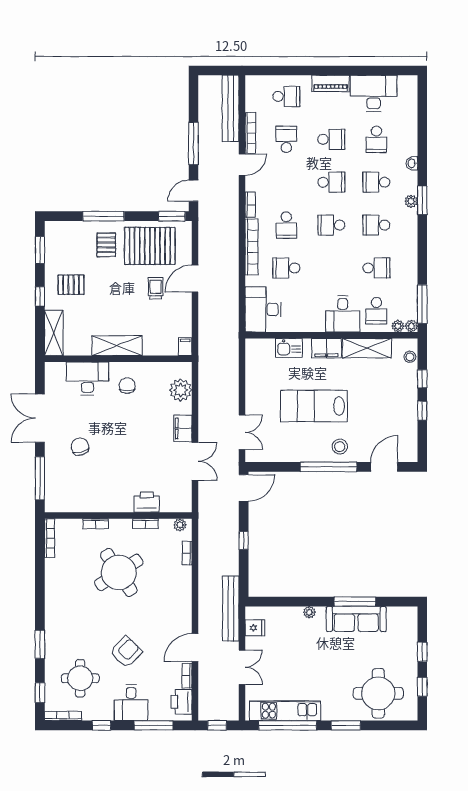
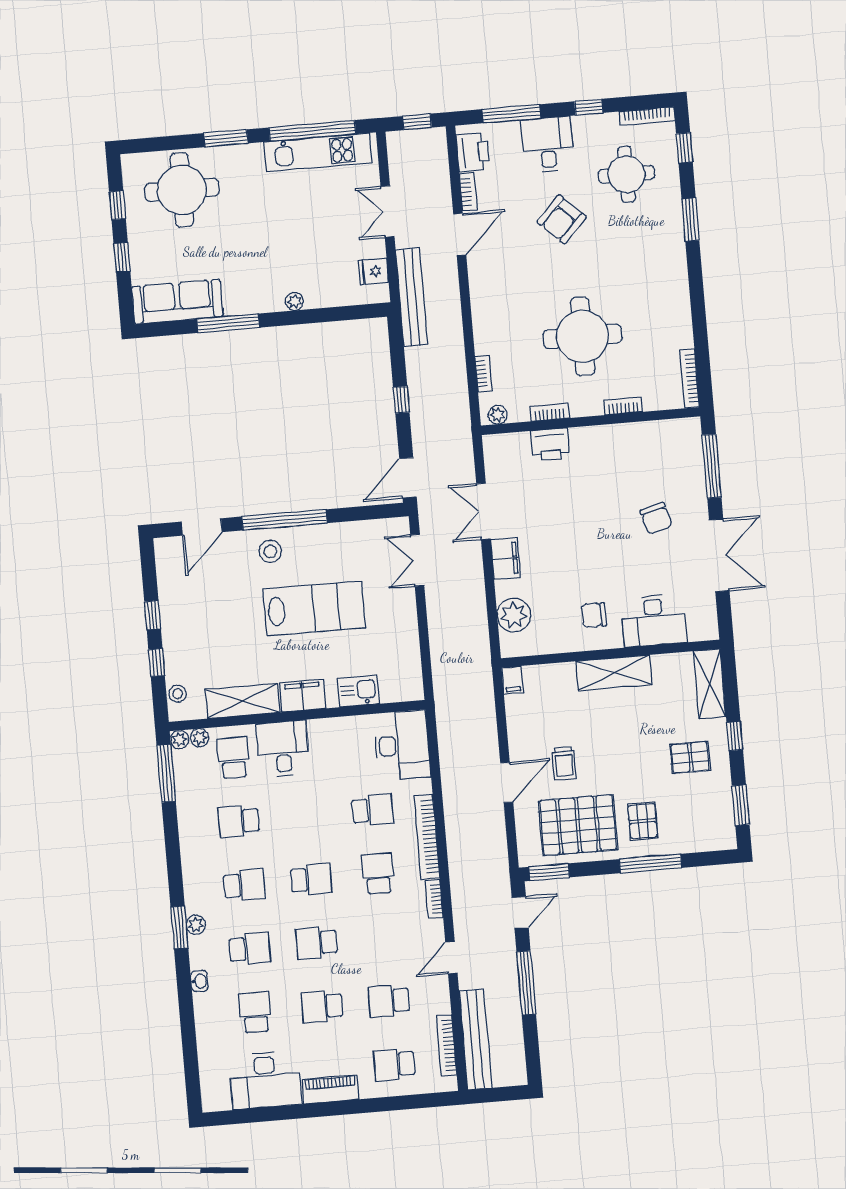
bookcase: (250, 133) -> (446, 1045), moved
school desk: (286, 139) -> (389, 1001), turned 90
chair: (127, 386) -> (594, 615), turned 90
round table: (119, 572) -> (582, 336), turned 33
sofa: (356, 619) -> (177, 302), moved

